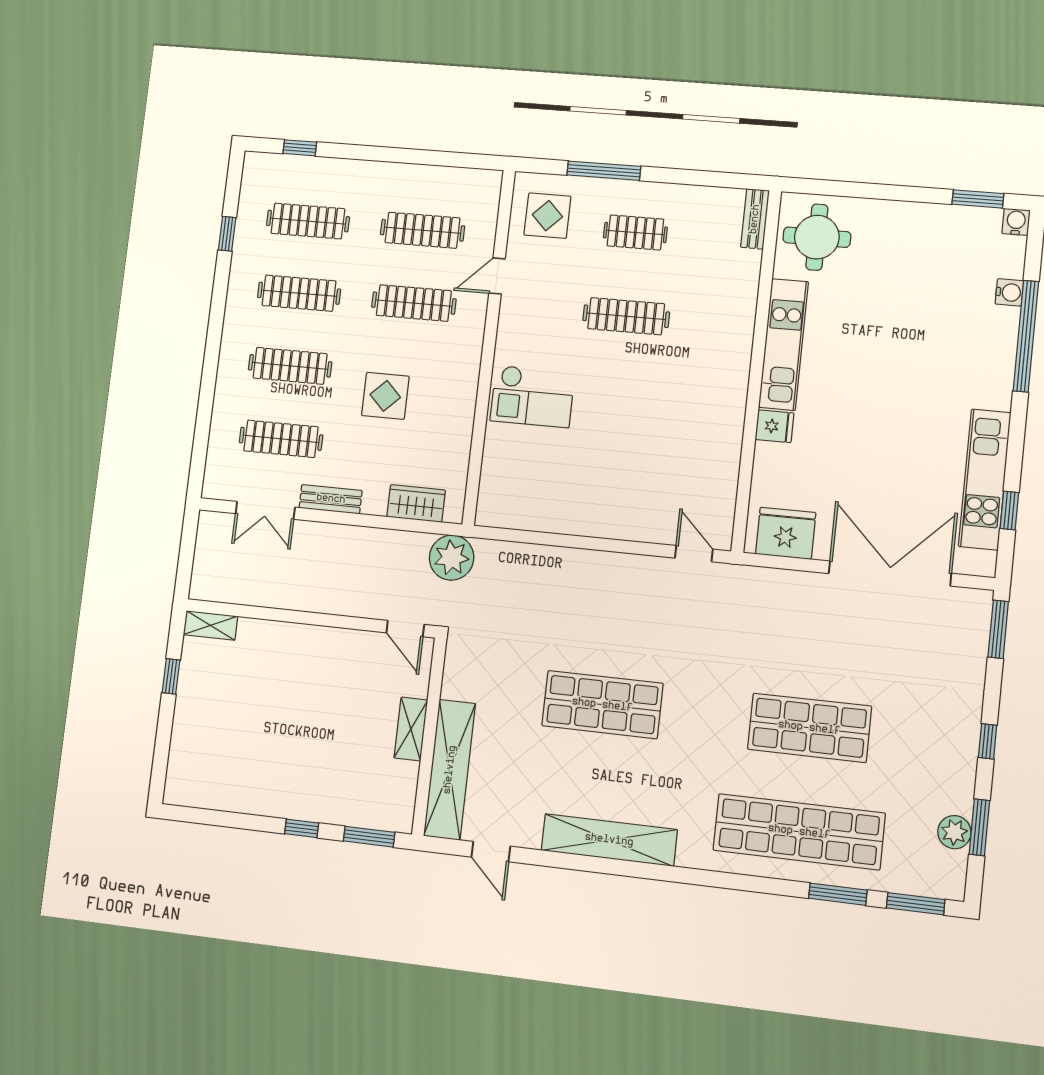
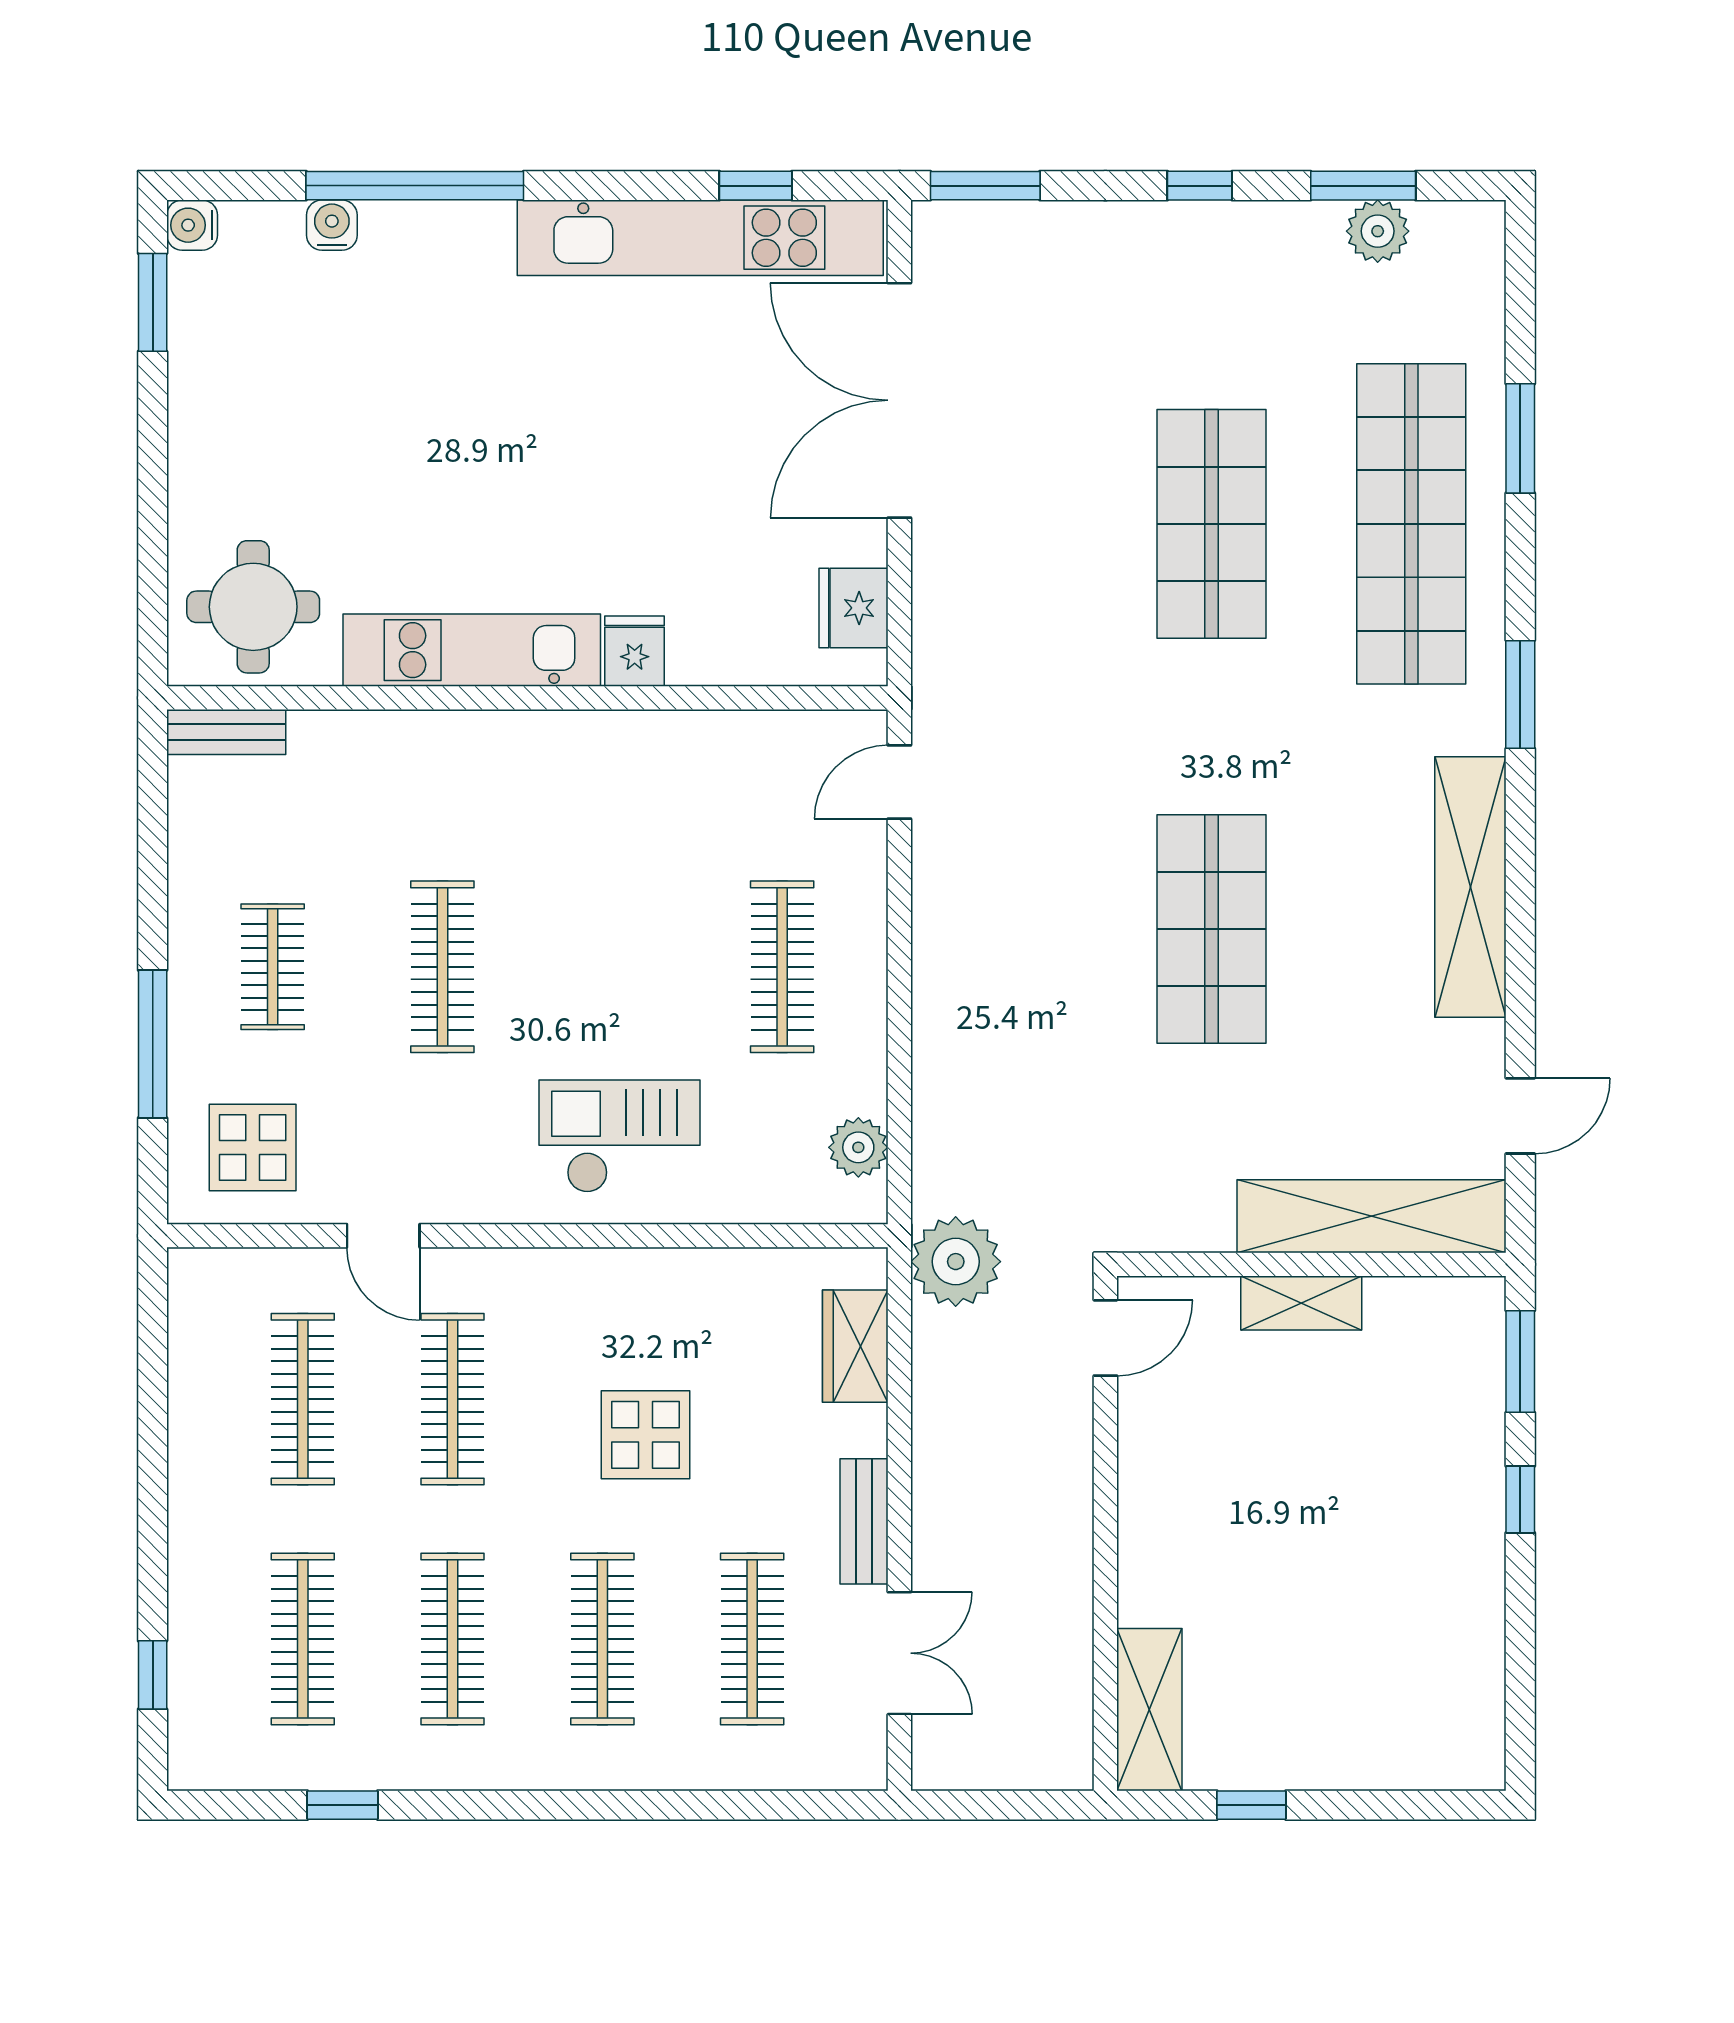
checkout: (532, 396) -> (619, 1136), turned -90
kitchen unit: (985, 479) -> (700, 238), width x1.36
clothes rail: (607, 485) -> (782, 967), added
plant: (513, 515) -> (858, 1147), added
fridge: (786, 533) -> (854, 608), width x0.73, depth x0.75
shelving: (211, 625) -> (1149, 1710), width x1.50, depth x1.33
window: (916, 904) -> (1520, 694), moved

